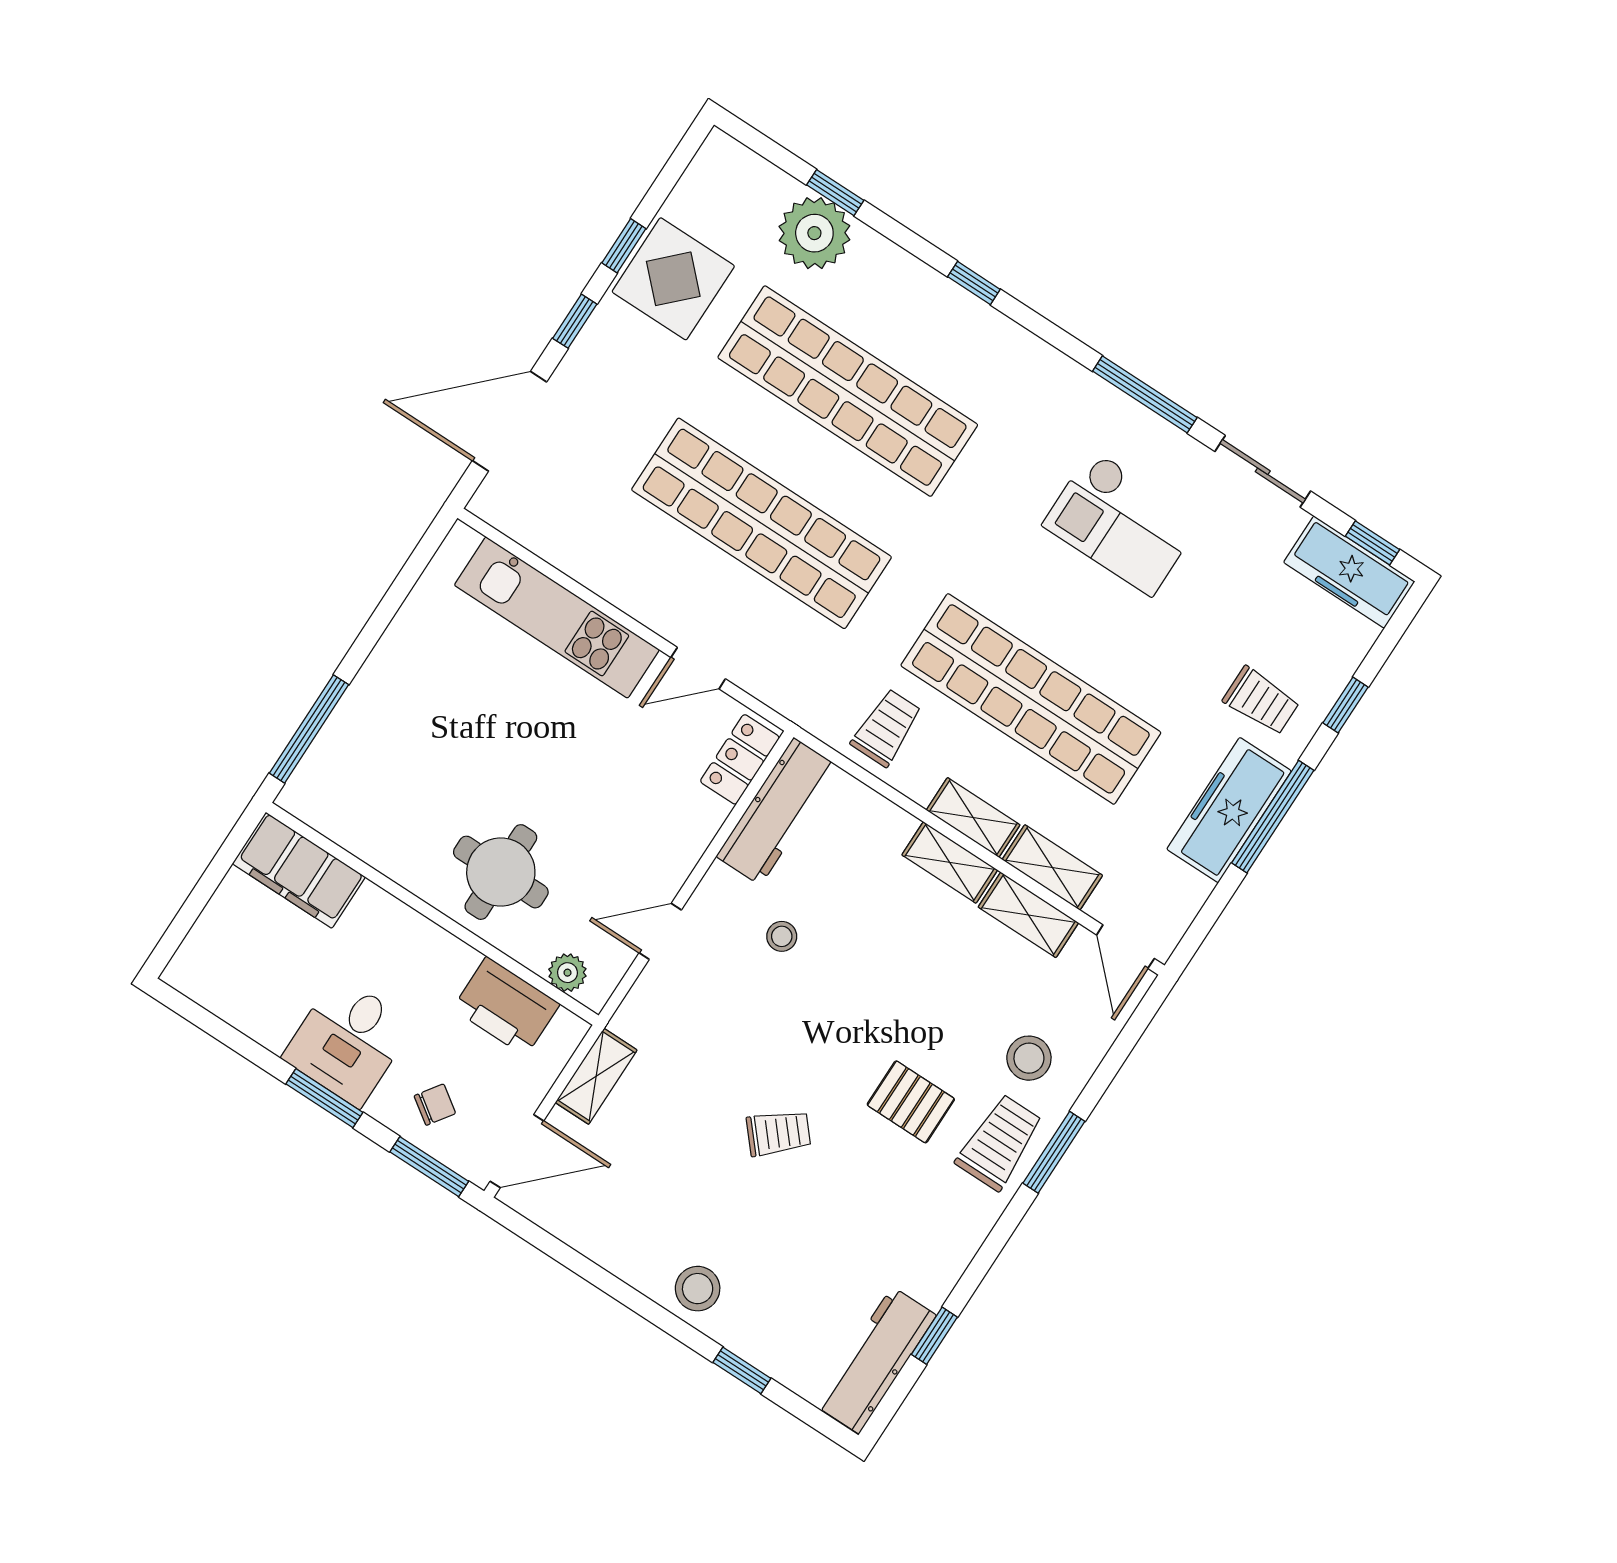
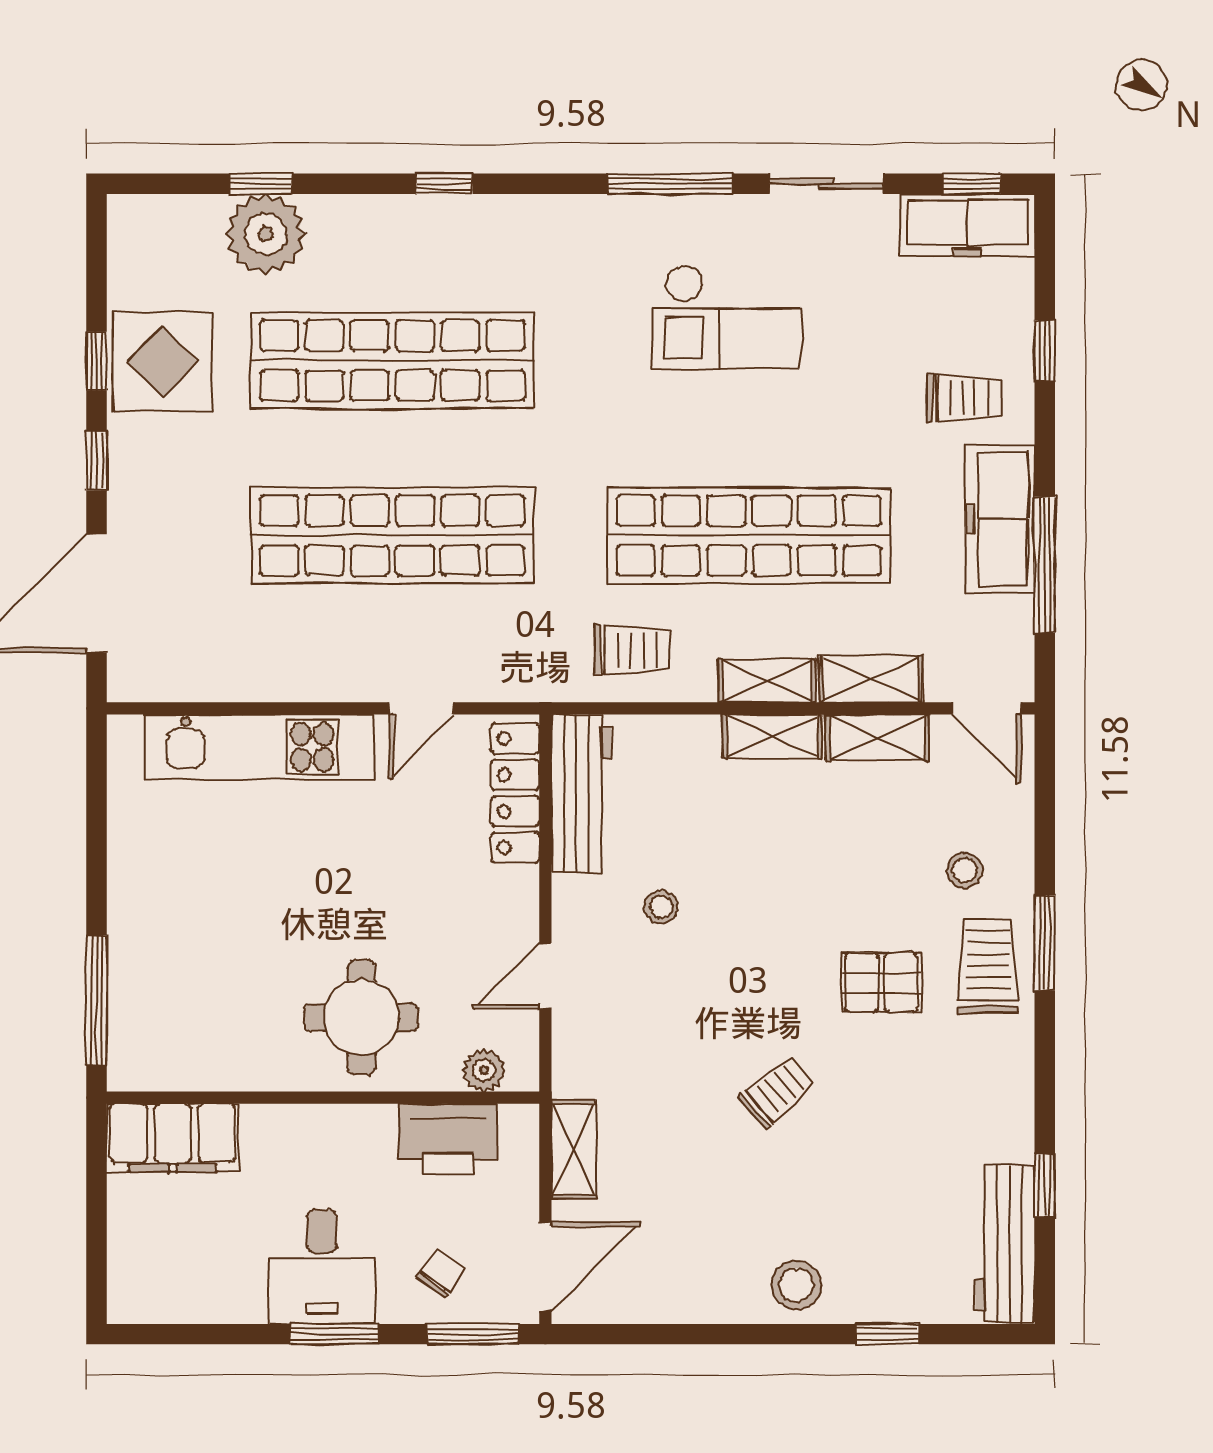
trolley: (886, 728) -> (632, 650), turned 90
locker: (740, 759) -> (515, 793), width x1.53
window: (1273, 817) -> (1045, 565), moved
stool: (1029, 1058) -> (965, 870), width x0.73, depth x0.73

